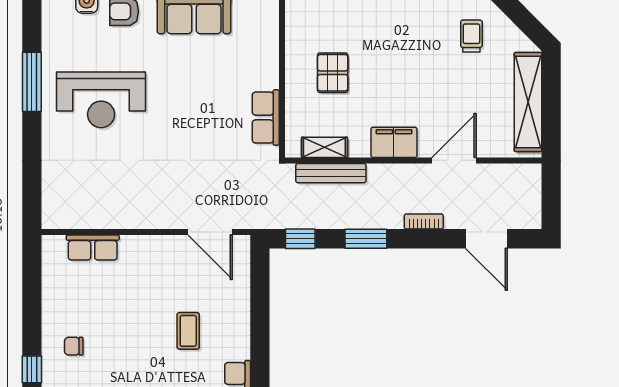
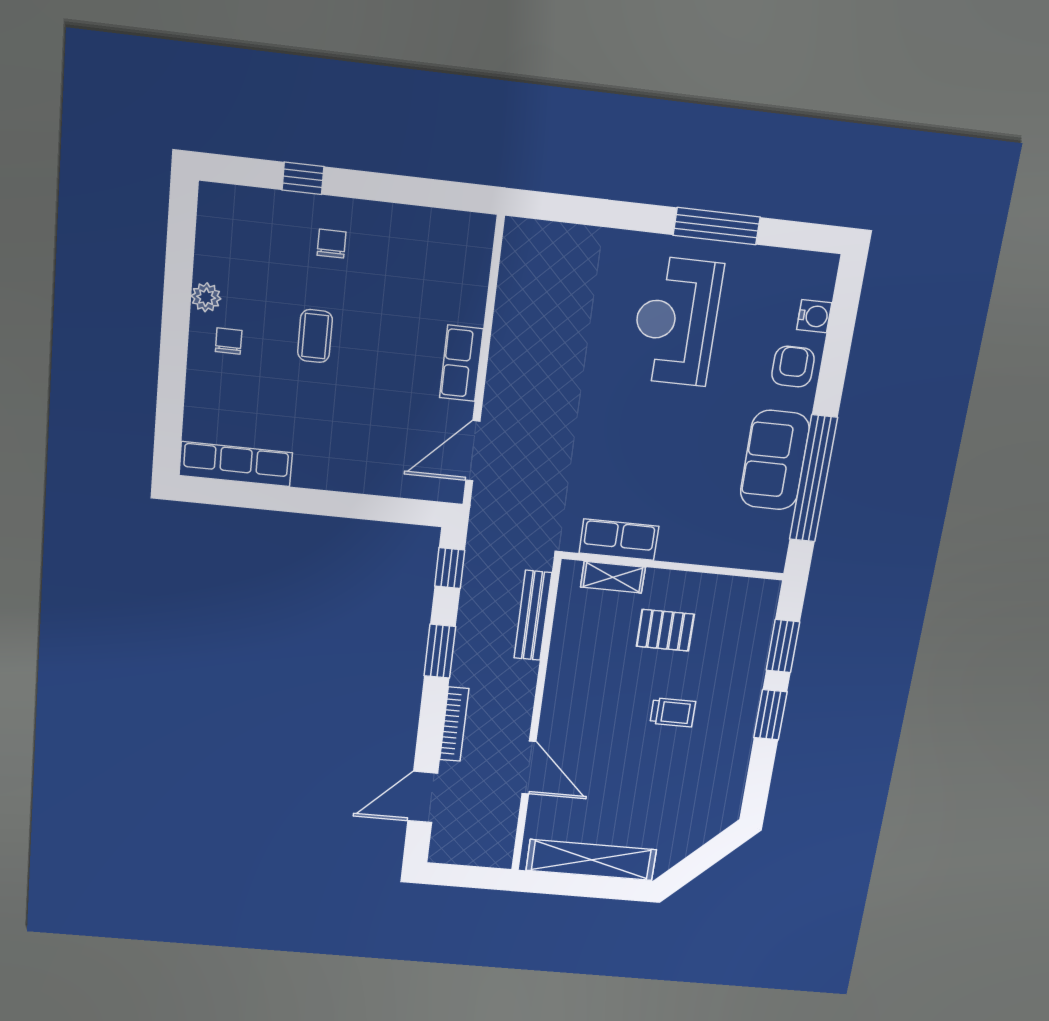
trolley: (471, 36) -> (673, 712), moved
filing cabinet: (394, 142) -> (563, 697), removed
shelving: (324, 147) -> (613, 577), moved, turned 90
bookcase: (424, 221) -> (454, 724), width x1.56
row of seats: (93, 248) -> (461, 363), moved
coffee table: (188, 331) -> (315, 336), moved, turned 90

